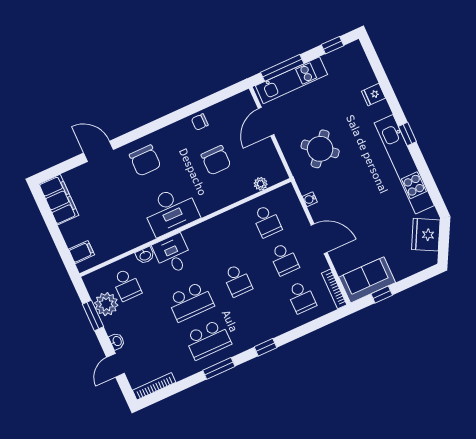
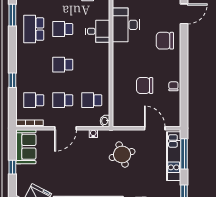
round table: (320, 149) -> (122, 155), turned 33
plant: (261, 184) -> (117, 107), removed
desk: (171, 211) -> (126, 25), moved
washbasin: (145, 255) -> (105, 121), moved
window: (382, 295) -> (12, 167), moved
school desk: (191, 302) -> (63, 29), width x0.54
window: (266, 347) -> (12, 80), moved
window: (219, 368) -> (12, 15), moved

